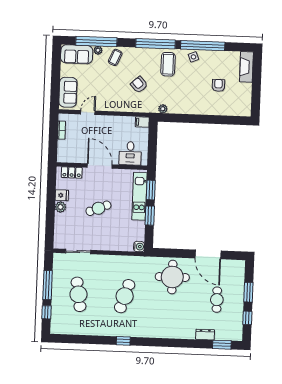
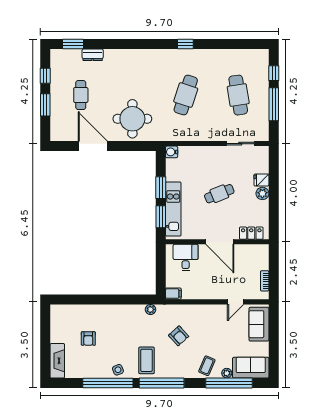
fridge: (62, 195) -> (261, 180), moved

